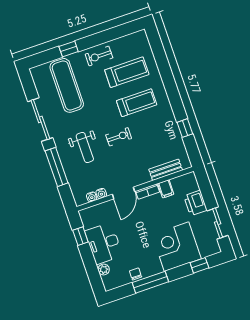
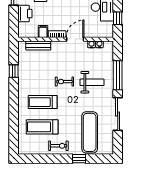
weight bench: (85, 147) -> (92, 82), turned 90

